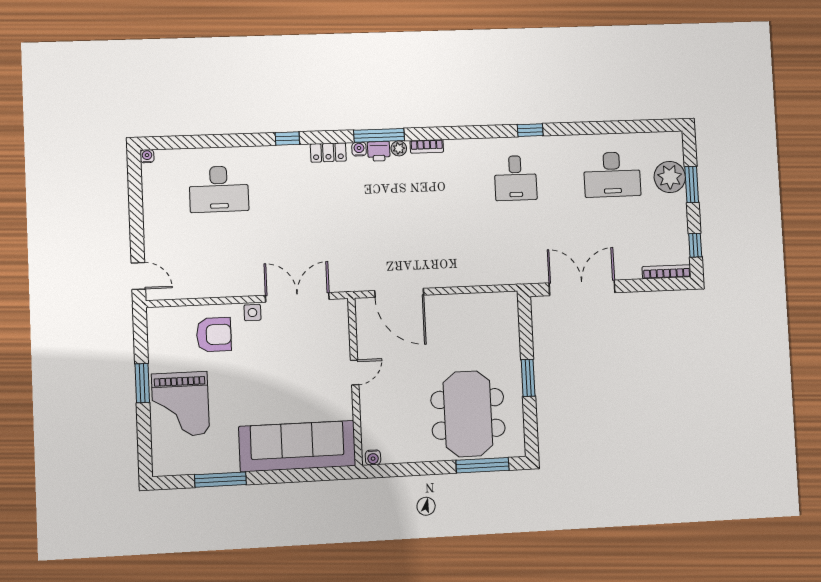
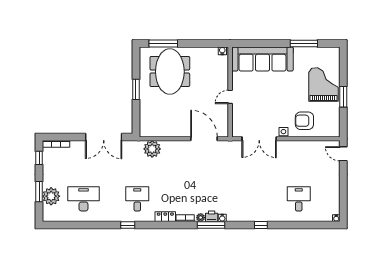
locker: (328, 152) -> (165, 217), moved
desk: (219, 189) -> (299, 199), width x0.73
plant: (493, 270) -> (152, 149), added

